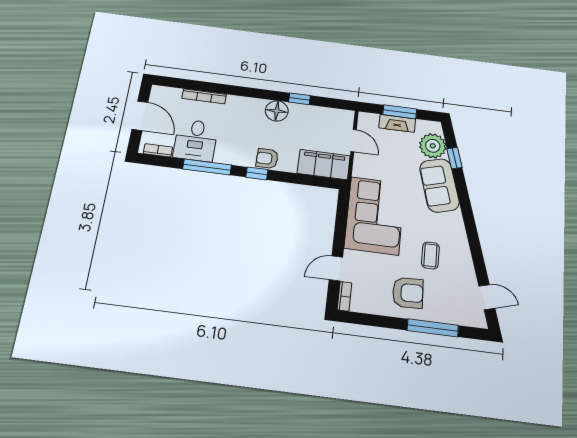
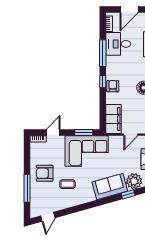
window: (342, 216) -> (84, 133), added
door: (336, 268) -> (53, 133), hinge flipped
armchair: (408, 293) -> (45, 173), turned 92

